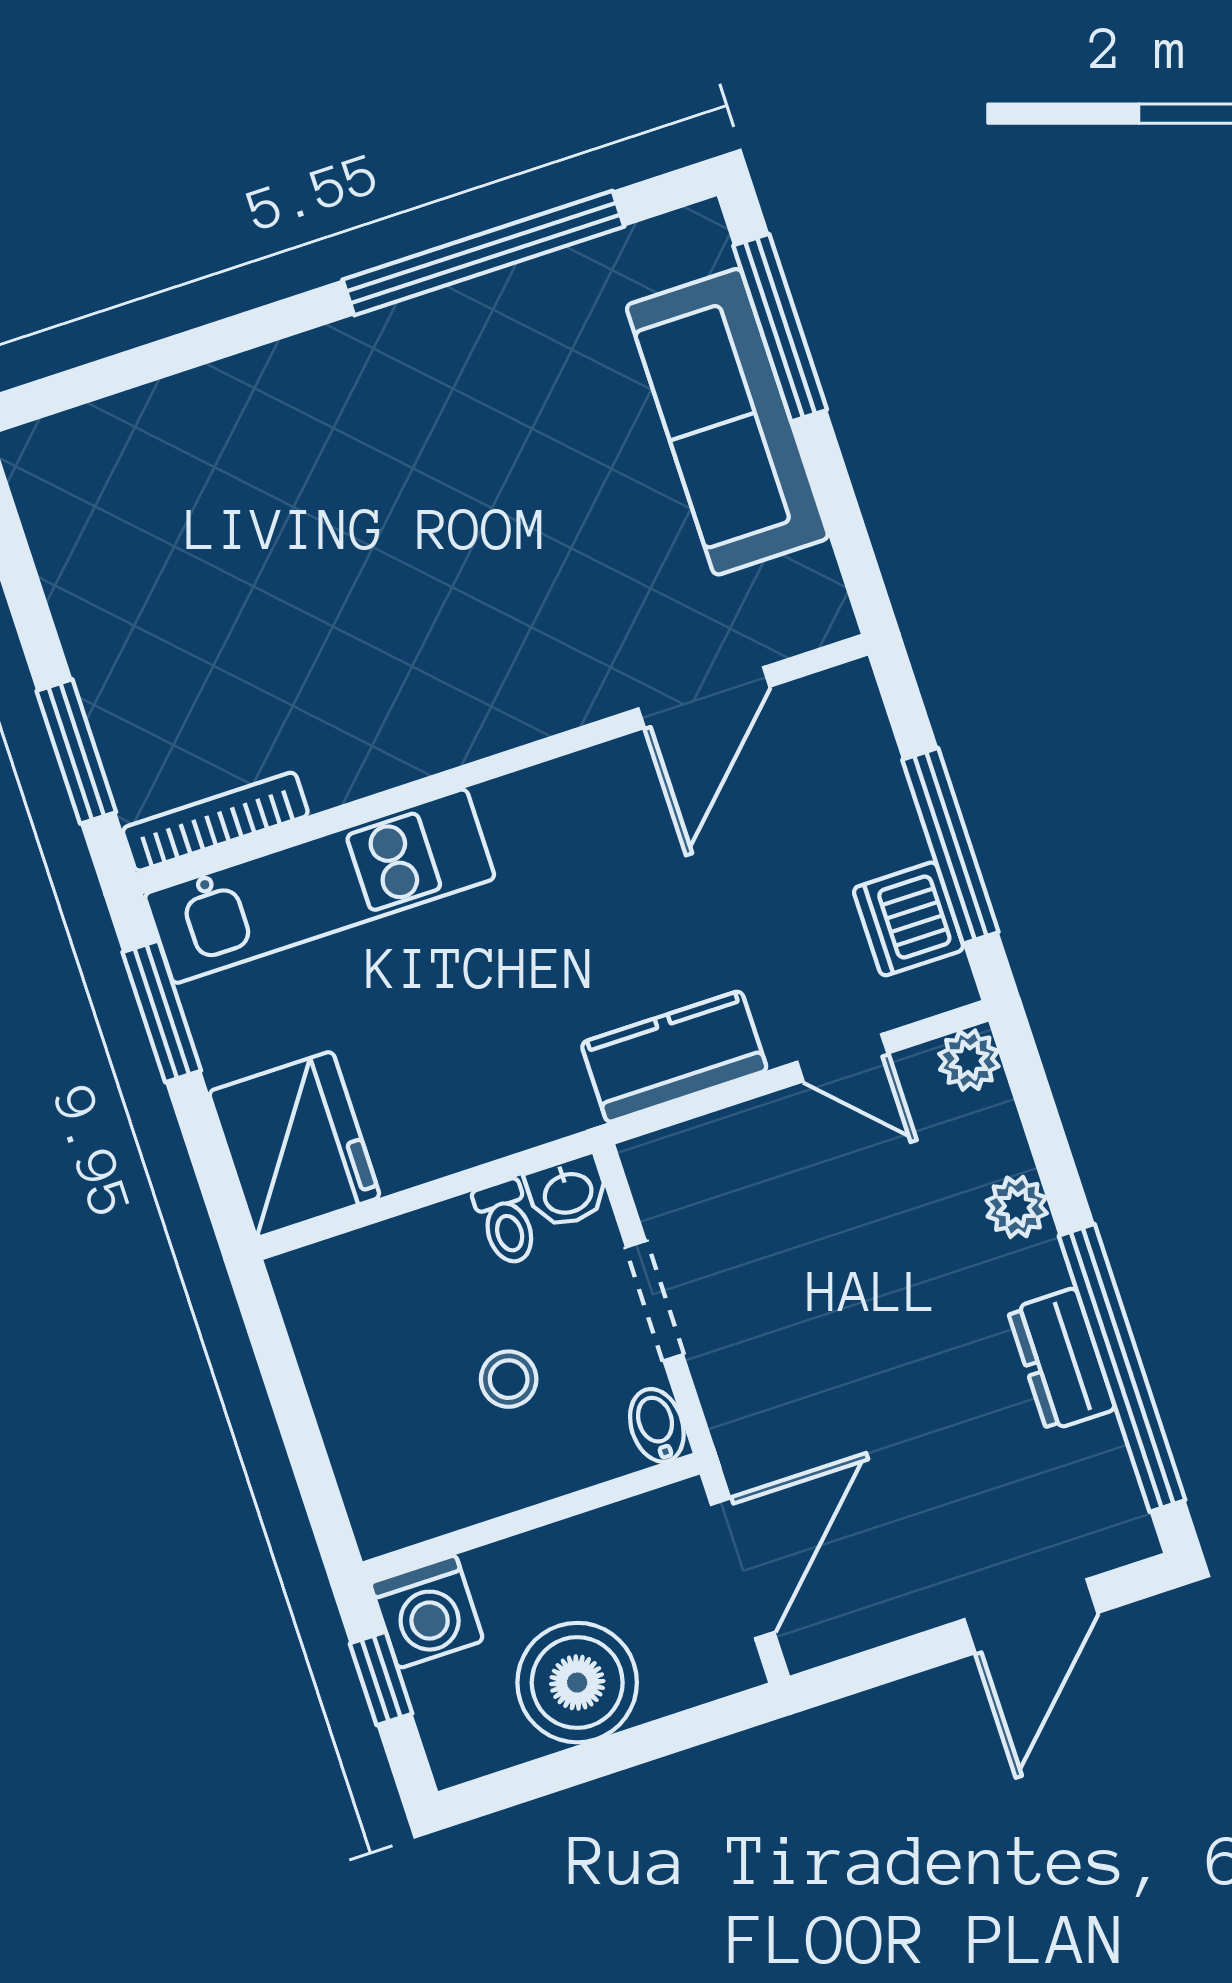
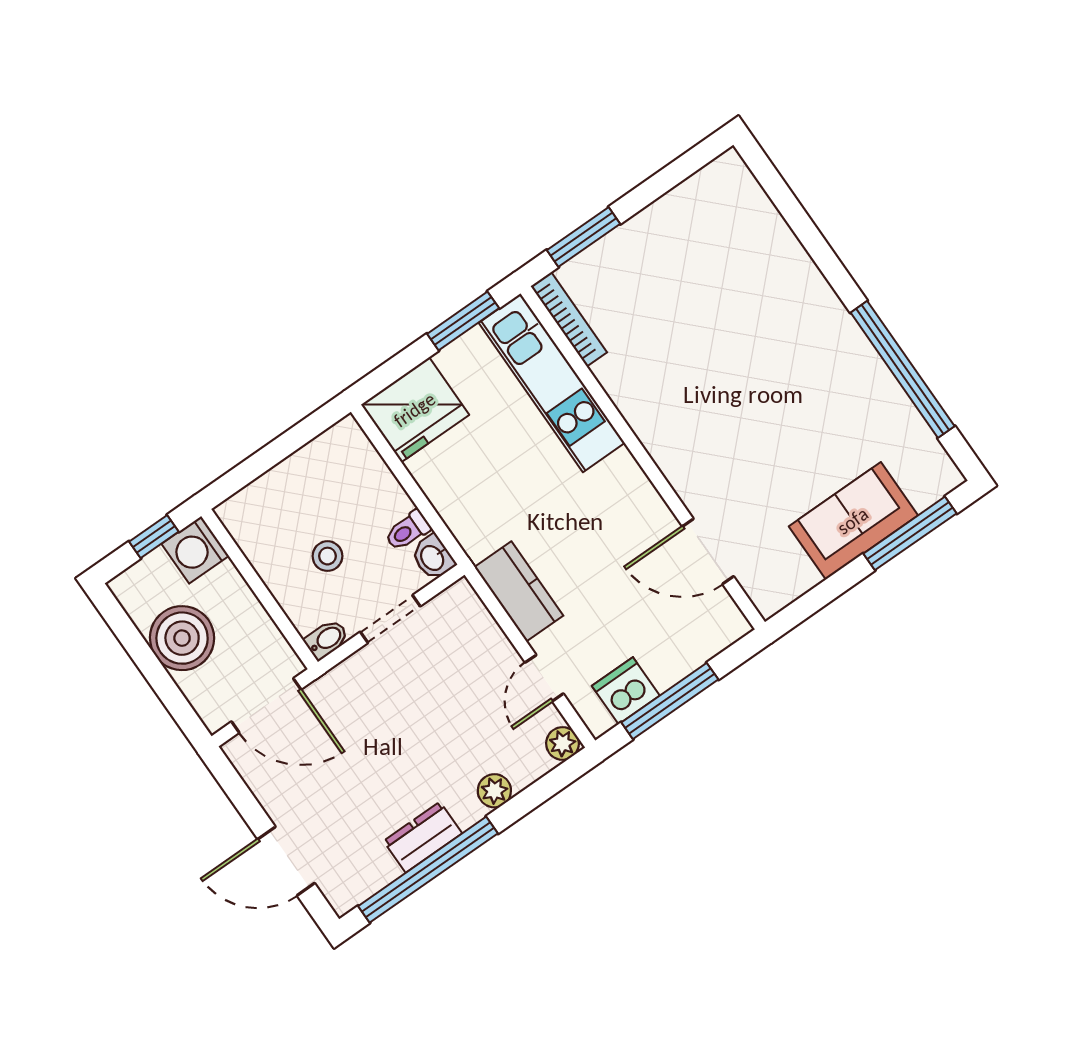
sofa: (727, 422) -> (853, 521), width x0.73

